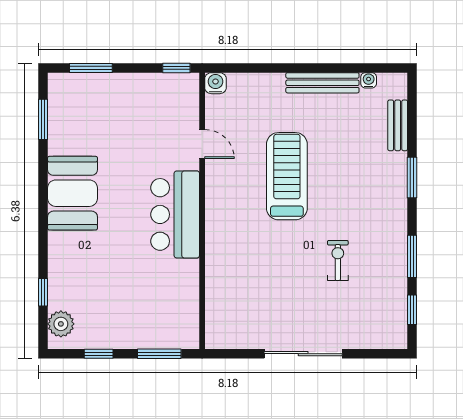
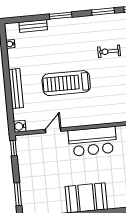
bench: (322, 83) -> (16, 89), moved

